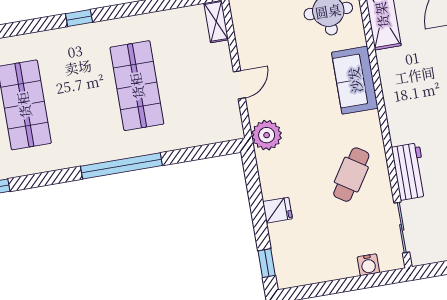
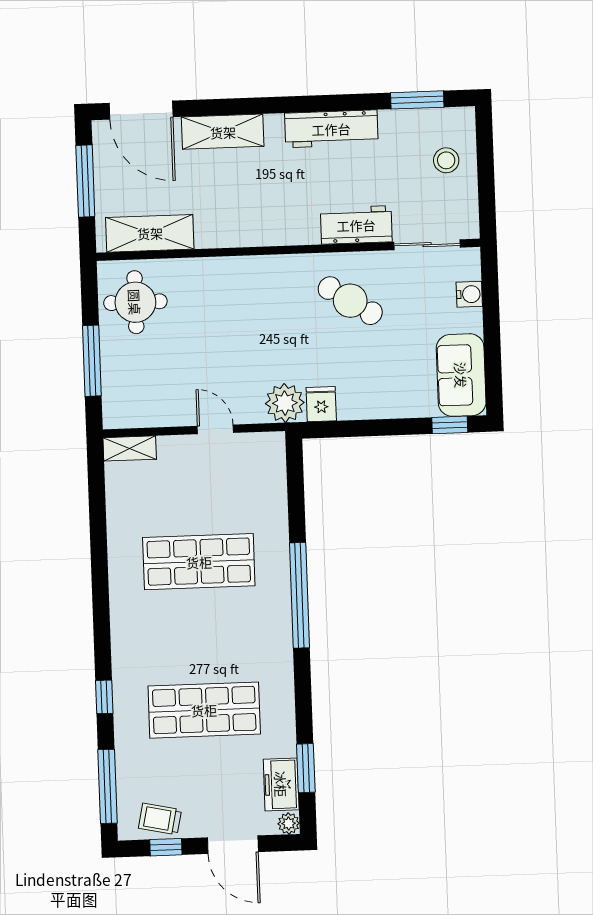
window: (79, 18) -> (104, 697), moved
sofa: (355, 80) -> (461, 375), moved, turned 90
fridge: (278, 210) -> (321, 404), moved

